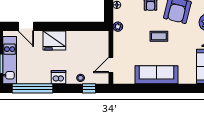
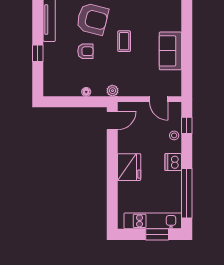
door: (26, 26) -> (112, 120), moved
sofa: (156, 75) -> (170, 51), width x0.73

